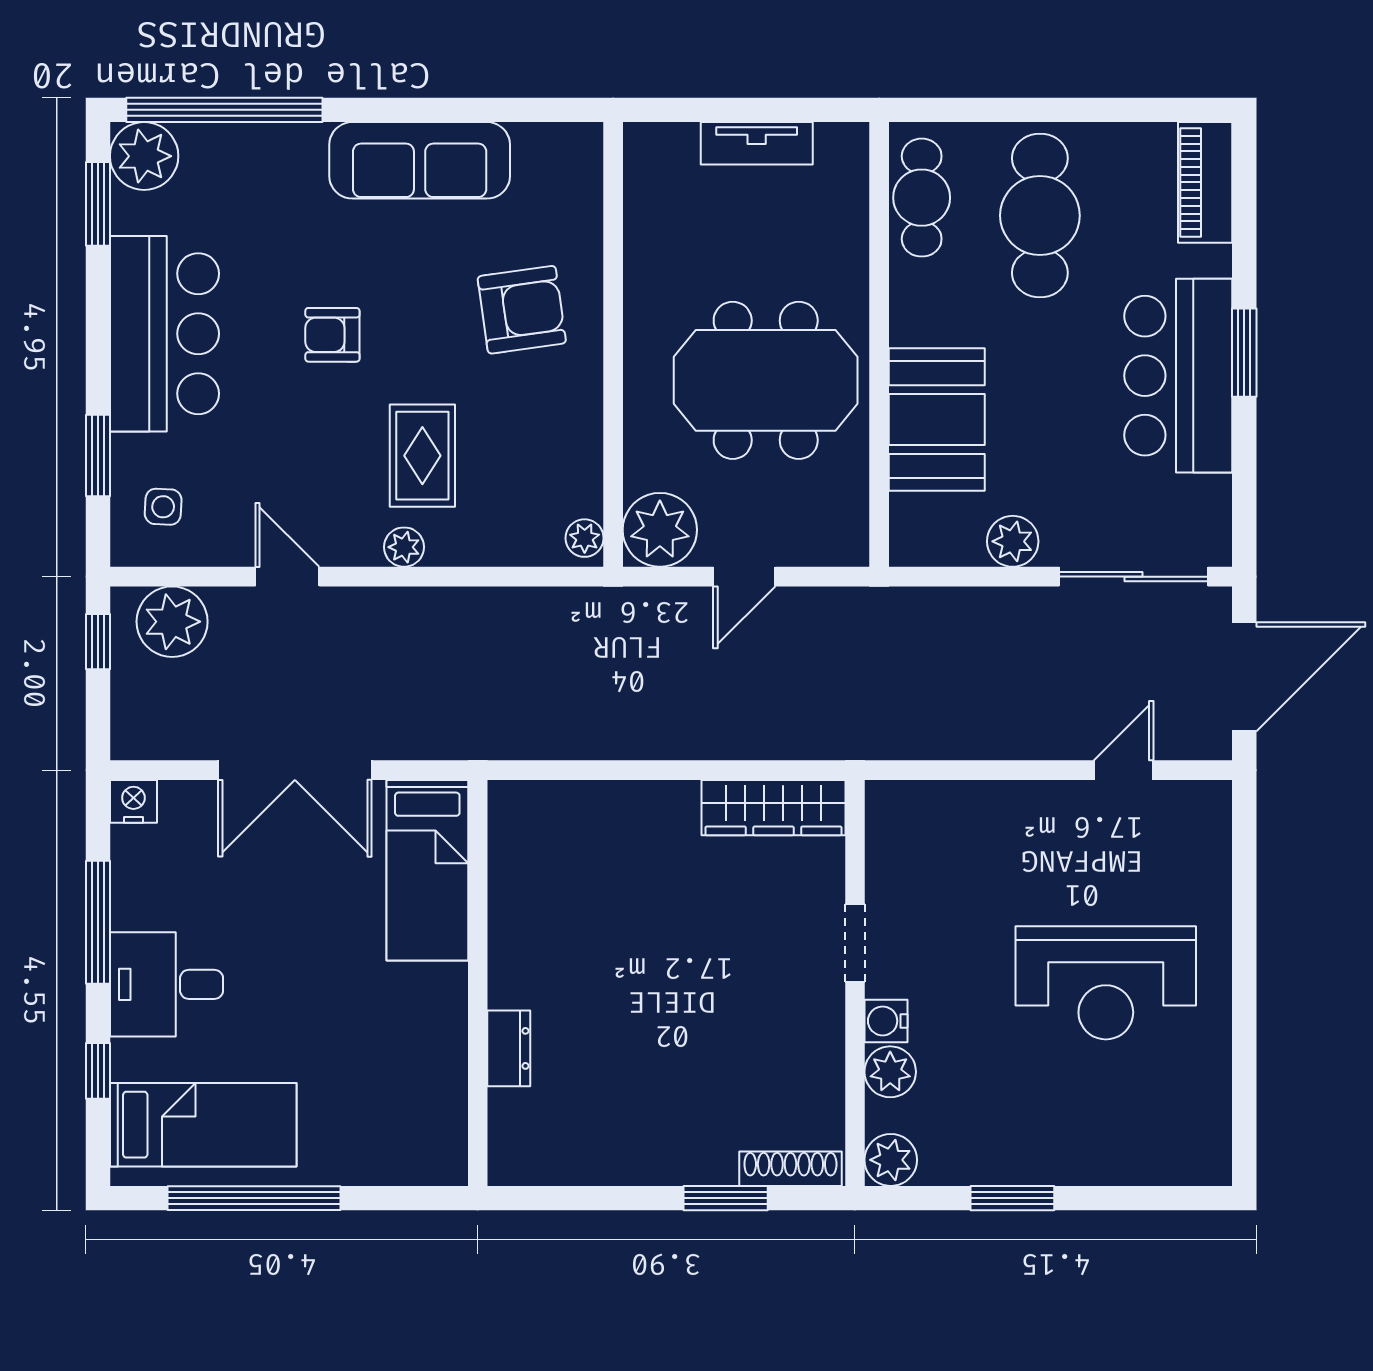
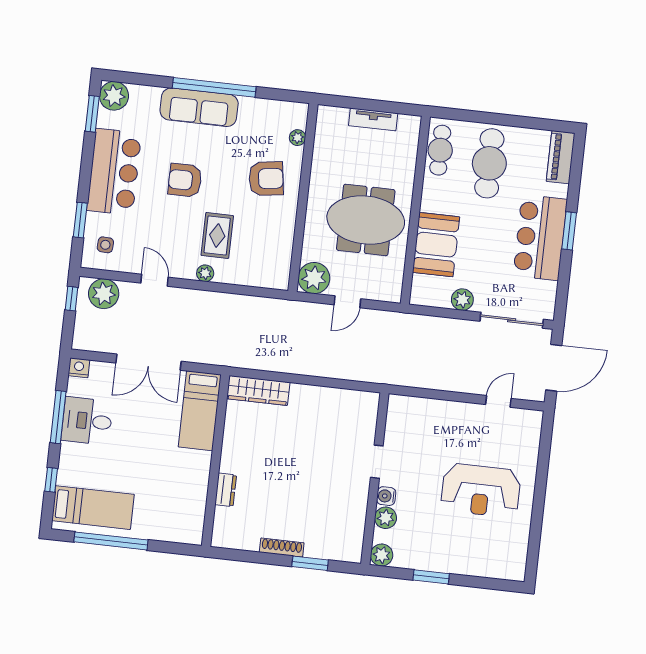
window: (224, 110) -> (214, 87), moved
sofa: (420, 160) -> (199, 107), moved
armchair: (332, 335) -> (185, 180), width x1.38, depth x1.38
plant: (585, 538) -> (298, 138), moved
wardrobe: (773, 808) -> (258, 391), moved
desk: (167, 984) -> (87, 421), moved
shoe rack: (790, 1169) -> (282, 548), moved

